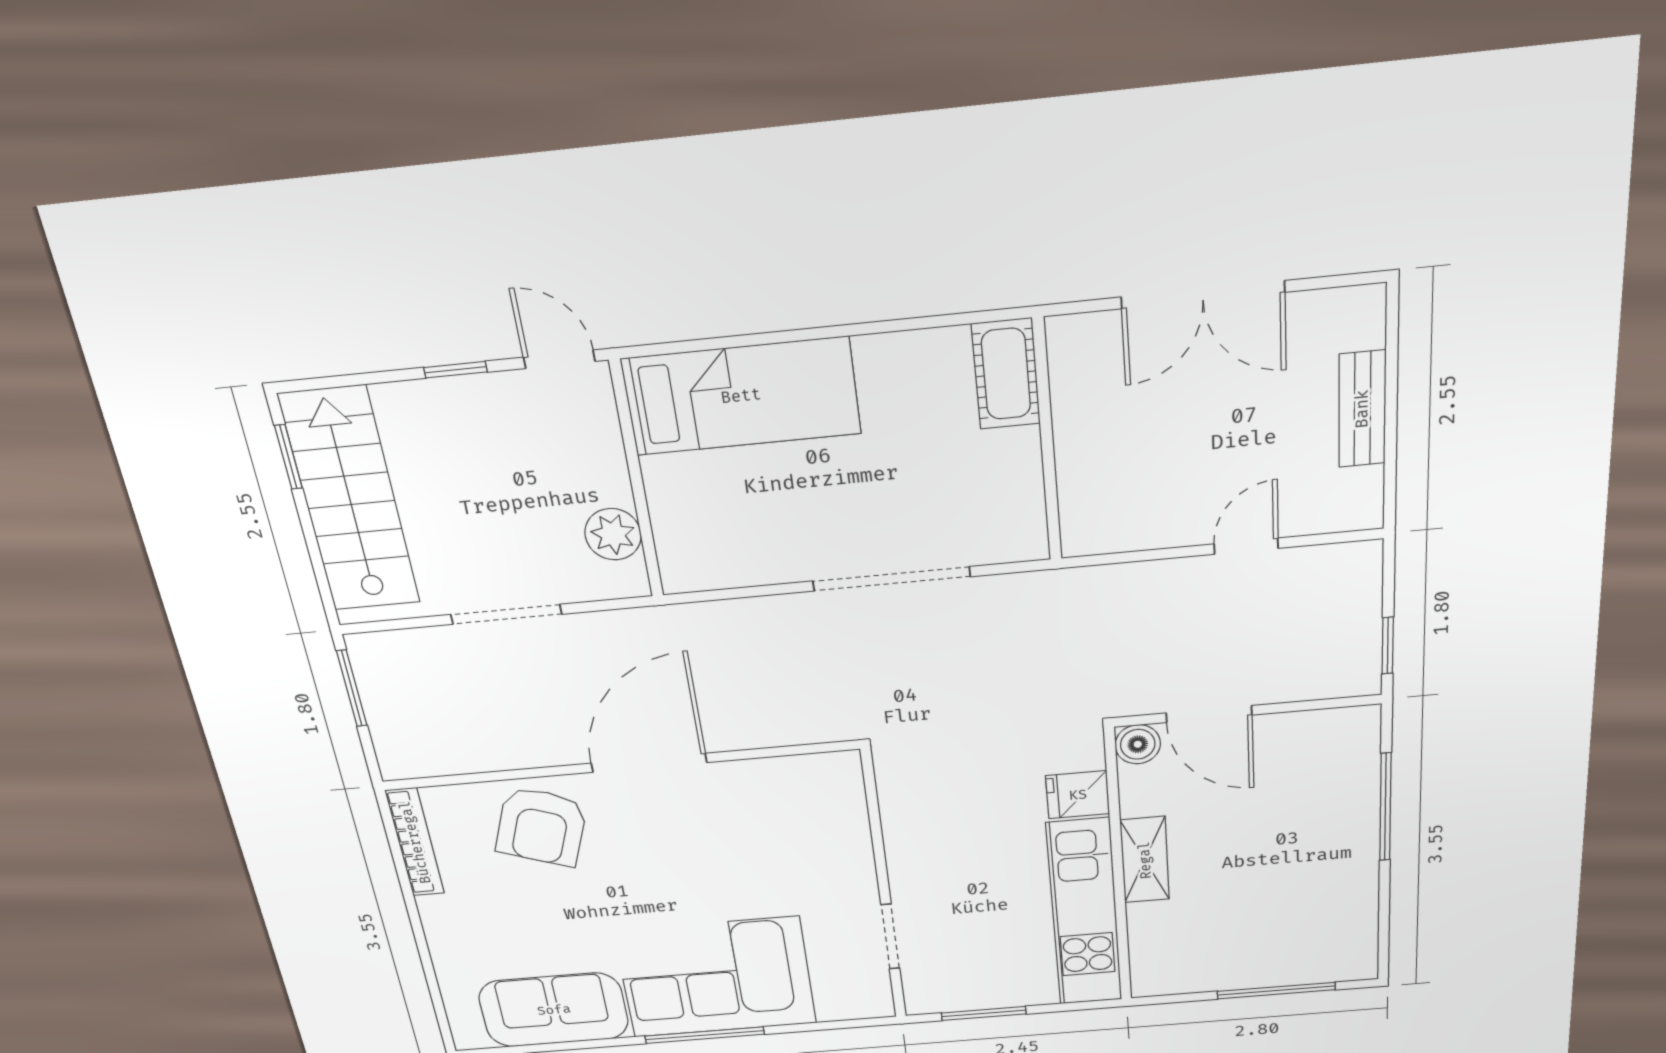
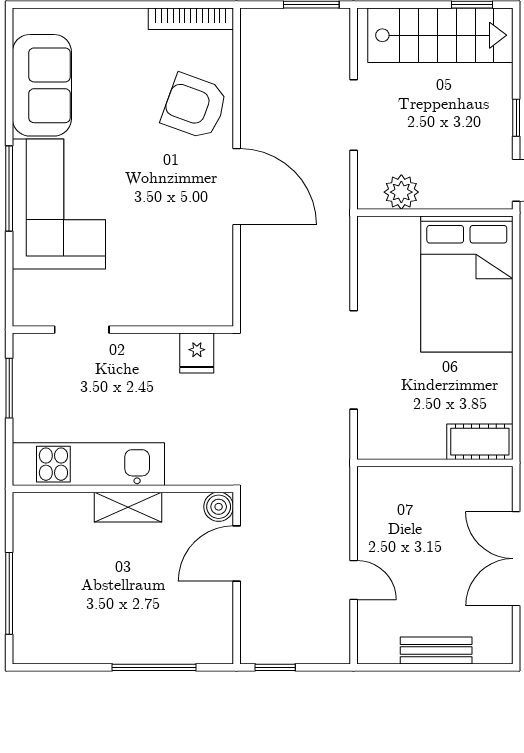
bed: (741, 396) -> (467, 284), width x1.50
fridge: (1078, 795) -> (197, 353), moved, turned 180

